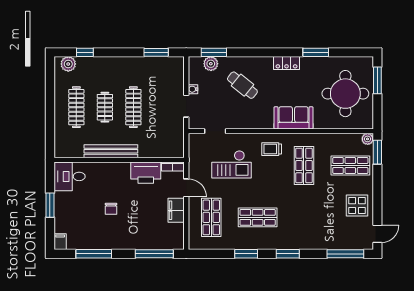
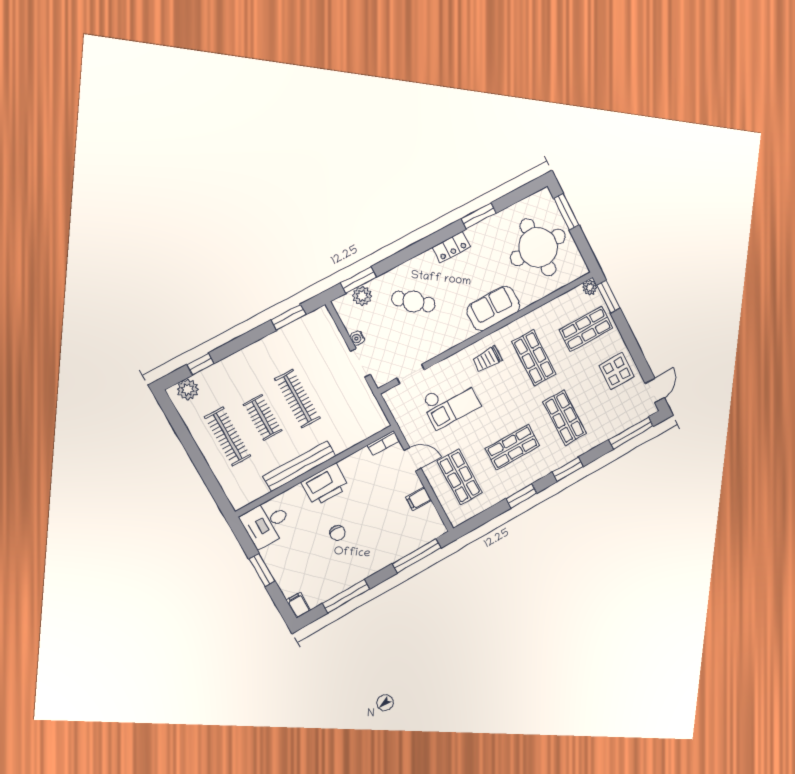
printer: (146, 173) -> (325, 485), moved
filing cabinet: (176, 210) -> (419, 499), width x0.50
shop shelf: (304, 217) -> (565, 418), added

